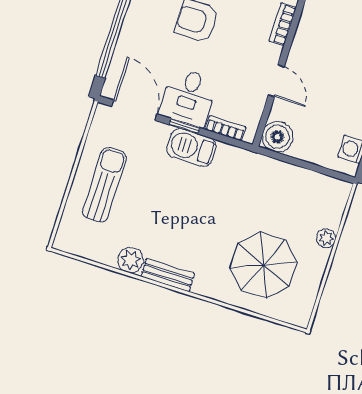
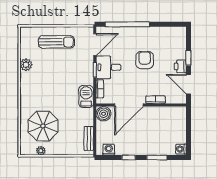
door: (276, 81) -> (129, 105), width x1.88
barbecue: (191, 147) -> (86, 96), moved
plant: (326, 238) -> (41, 151), moved
bench: (168, 275) -> (89, 138), moved

